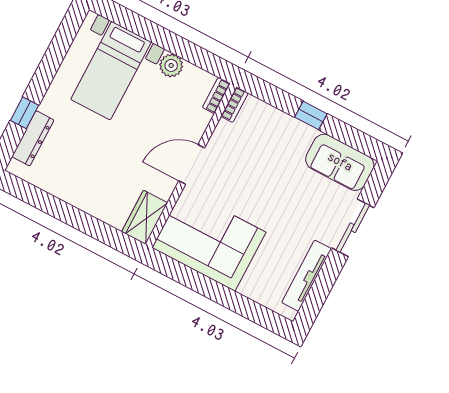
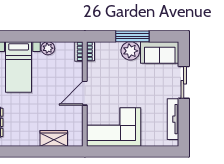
window: (311, 115) -> (132, 36), width x2.17
plant: (296, 136) -> (130, 51), added
wardrobe: (145, 217) -> (54, 138), moved, turned 90

